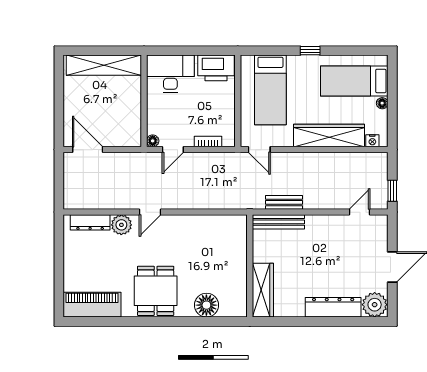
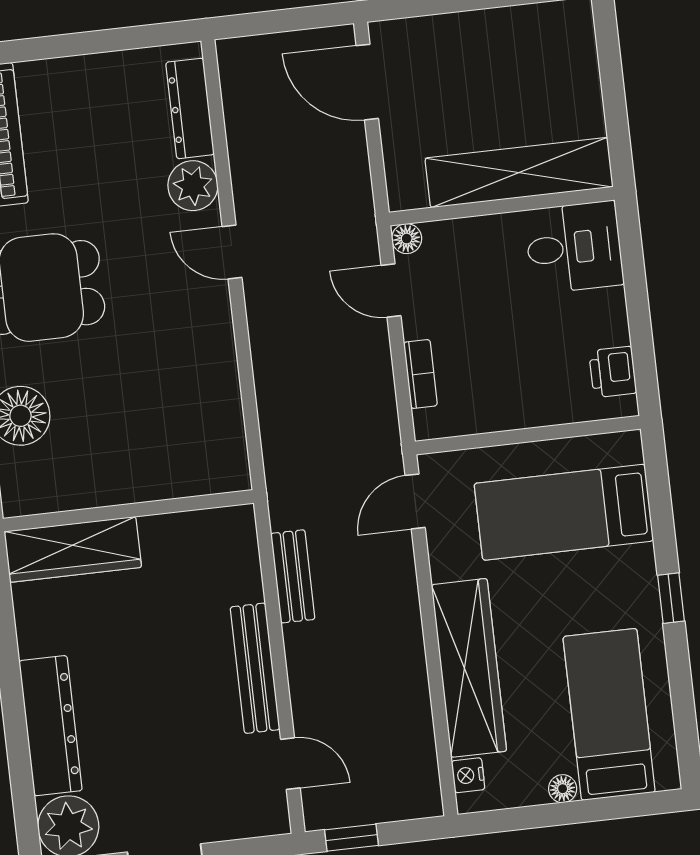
shelving: (104, 65) -> (519, 173), moved, turned 90
printer: (216, 68) -> (613, 372), width x0.53, depth x0.68
desk: (170, 74) -> (574, 247), width x0.73
door: (88, 150) -> (367, 82), swing flipped
bench: (278, 222) -> (255, 668), moved

